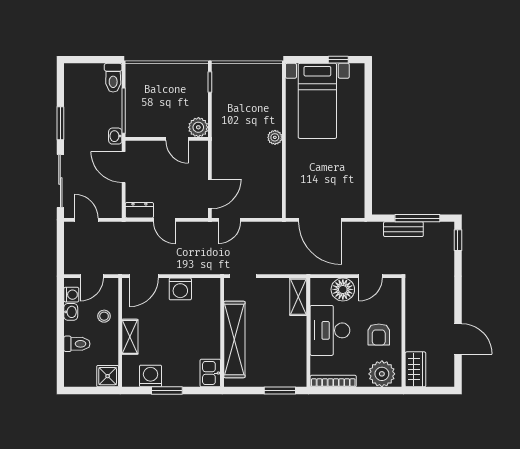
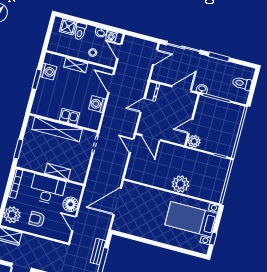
toilet: (113, 78) -> (242, 83), moved
plant: (275, 137) -> (180, 184), width x1.88, depth x1.88
shelving: (298, 297) -> (58, 172), moved
kitchen sink: (210, 373) -> (69, 117), moved
shower: (108, 376) -> (68, 27), moved

